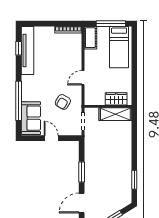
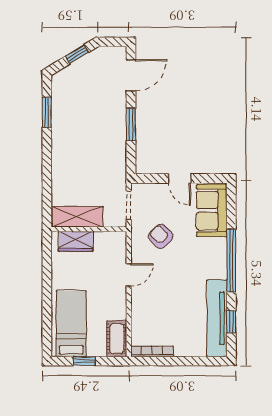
window: (111, 24) -> (84, 361), width x0.46
window: (19, 101) -> (231, 261), moved
armchair: (63, 102) -> (161, 236), turned -73

